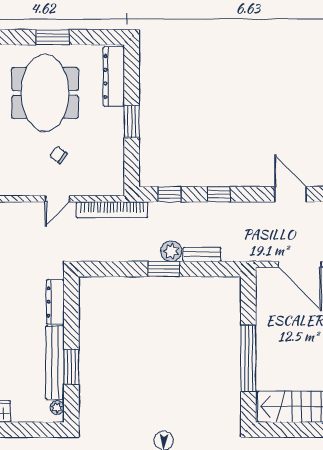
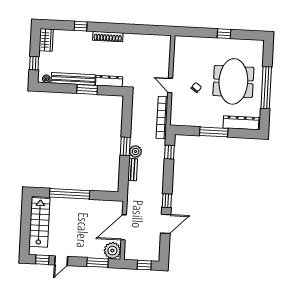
window: (53, 37) -> (266, 88), width x2.11
meeting table: (45, 93) -> (233, 81), turned 90
window: (132, 122) -> (214, 132), width x1.44
window: (219, 194) -> (167, 201), moved
window: (71, 367) -> (87, 89), moved
window: (32, 430) -> (34, 63), added

